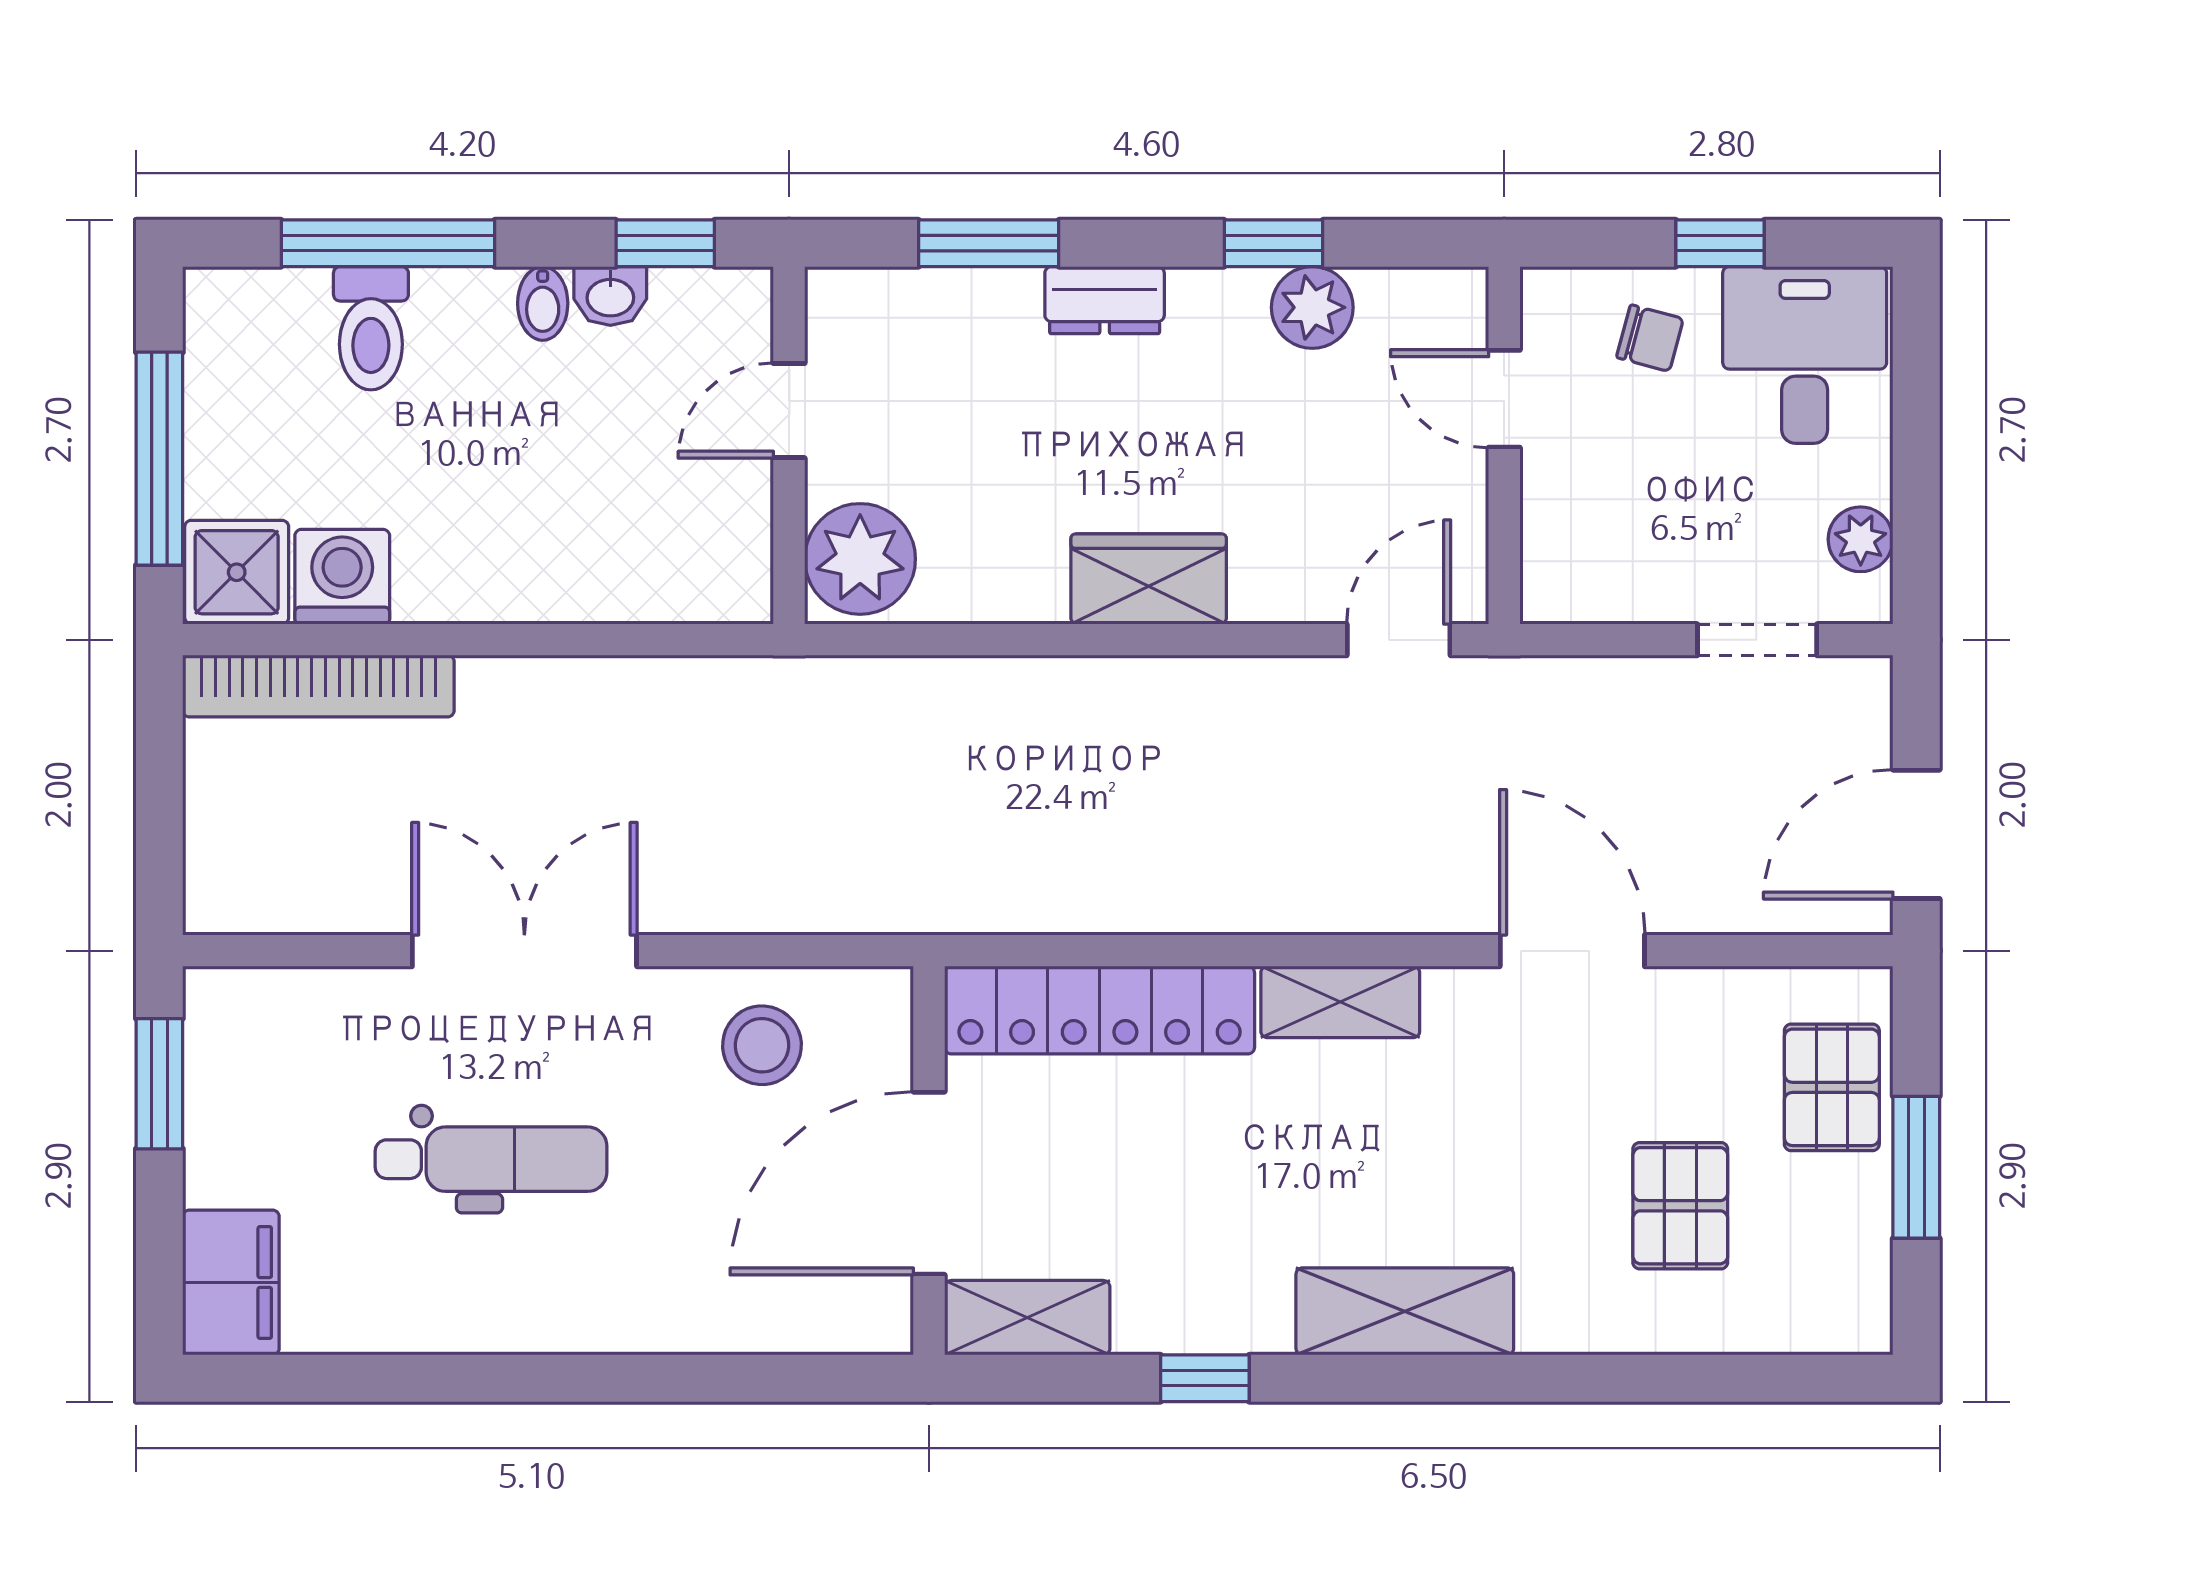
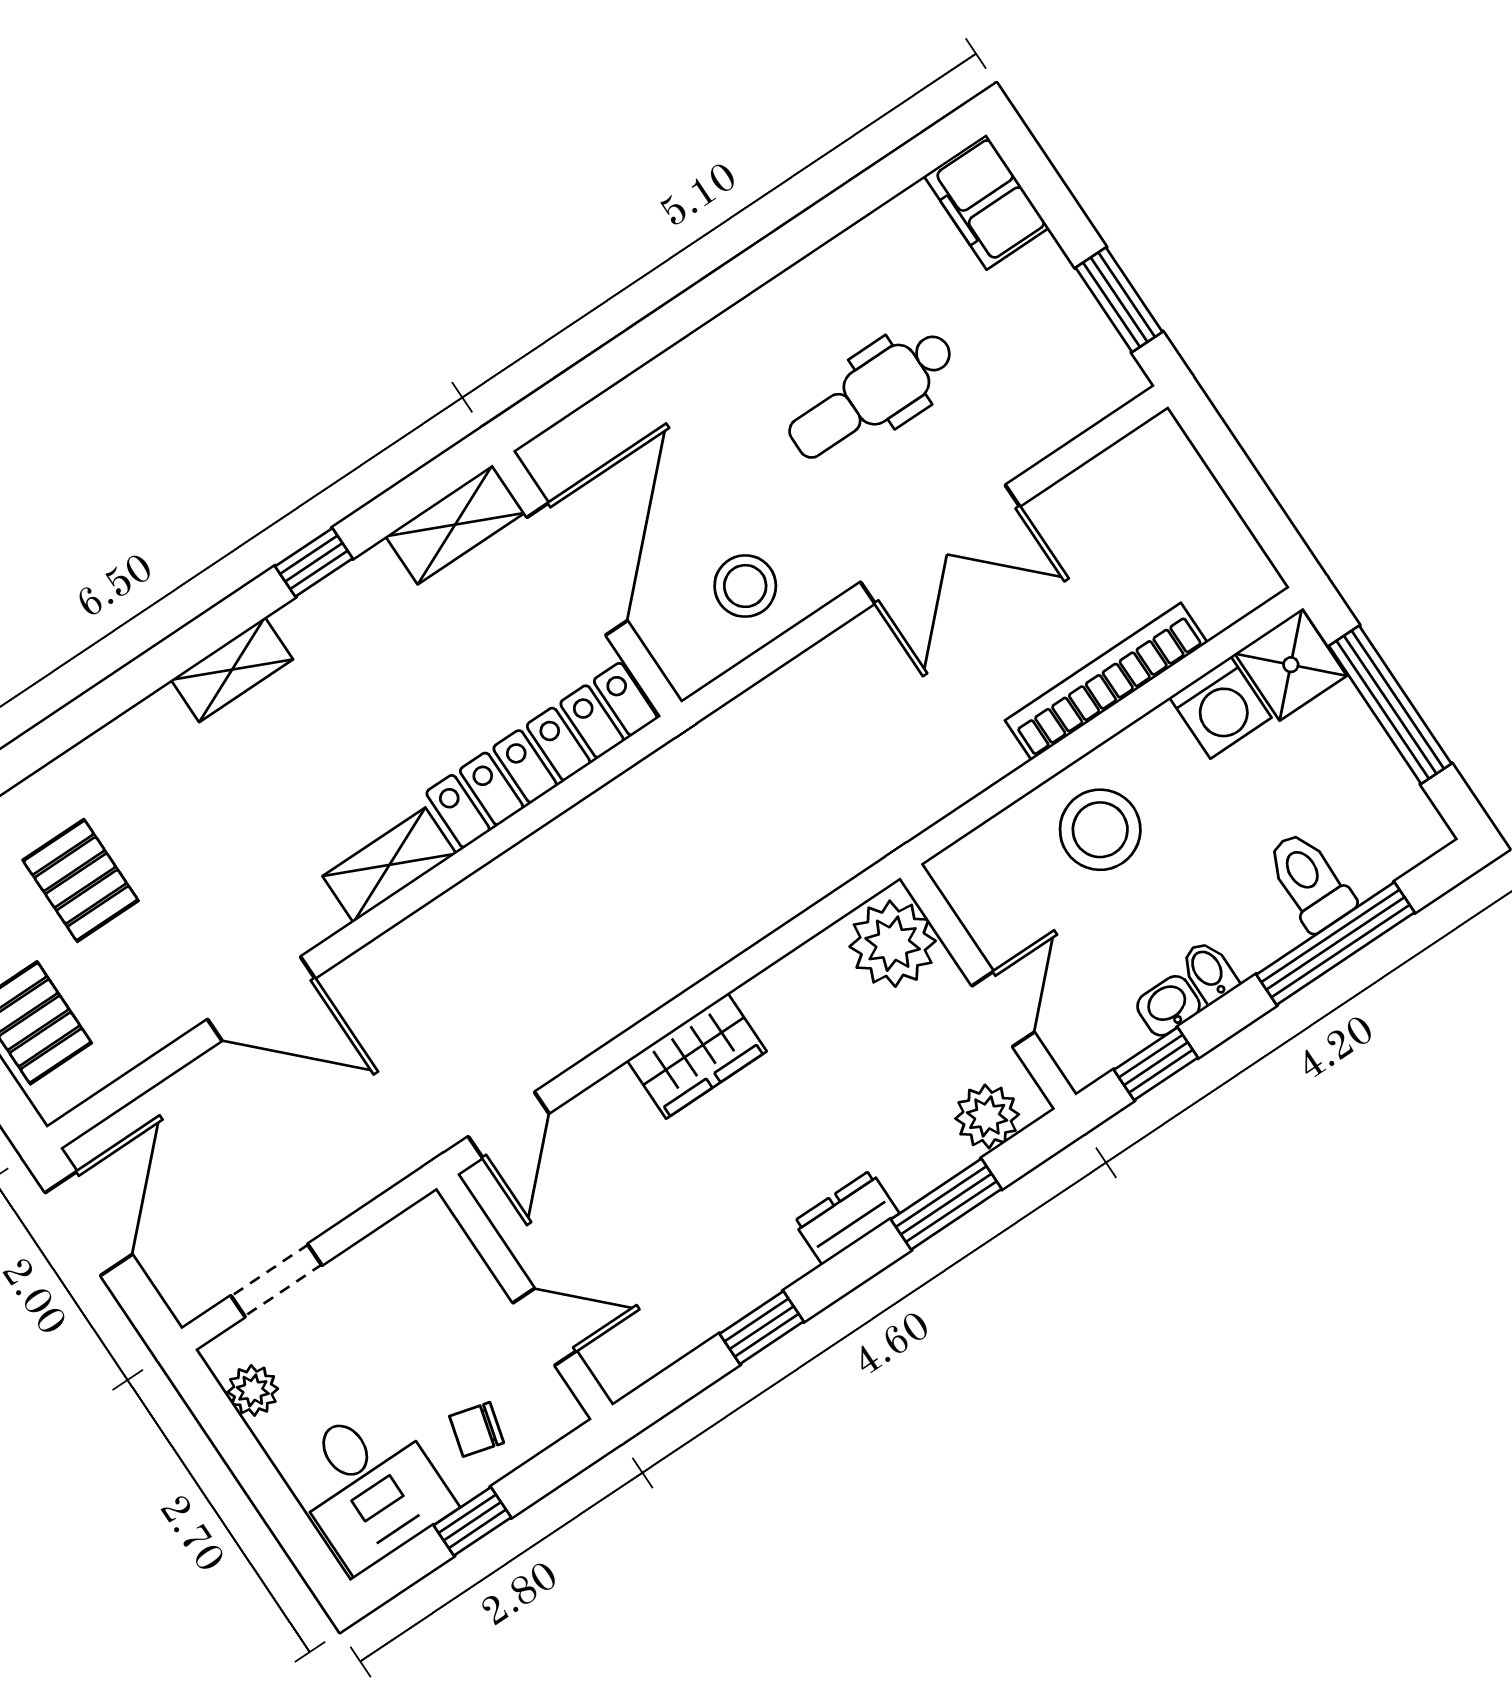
plant: (1312, 307) -> (987, 1116), moved
stool: (558, 532) -> (1100, 830), added
bookcase: (318, 686) -> (1106, 681), moved
shelving: (1405, 1311) -> (232, 670), width x0.67, depth x0.75

